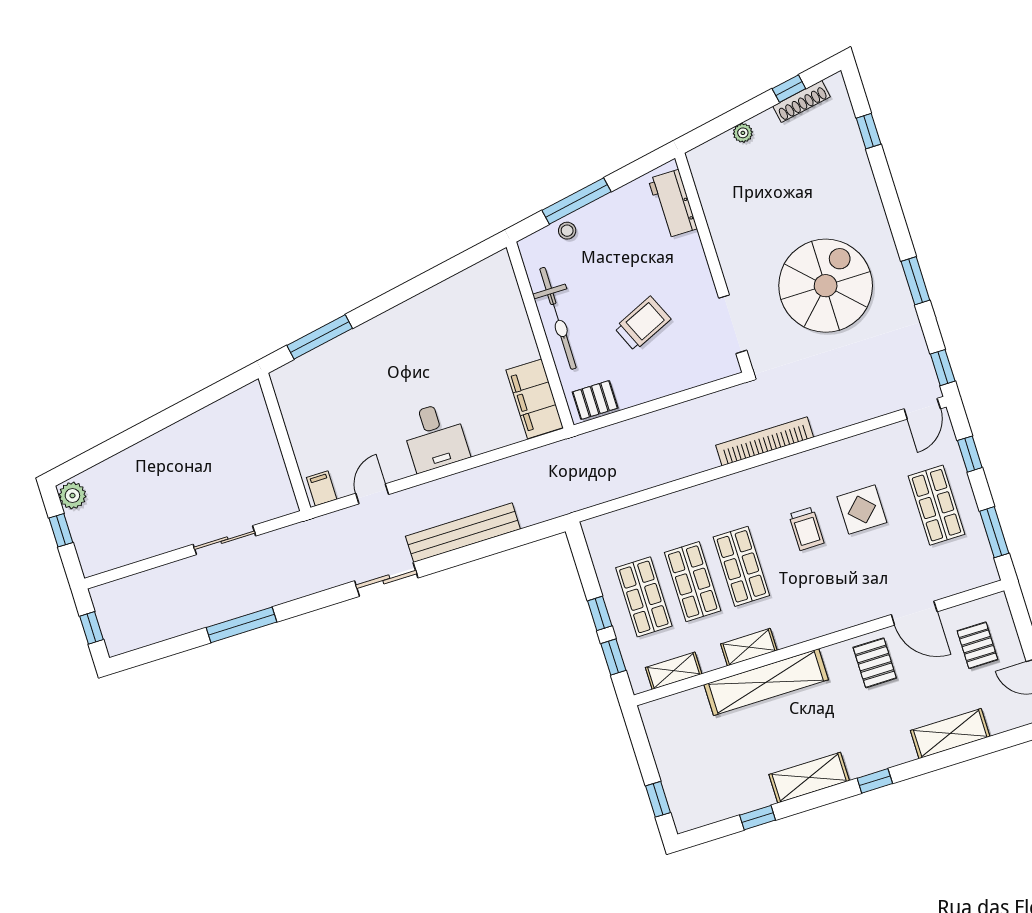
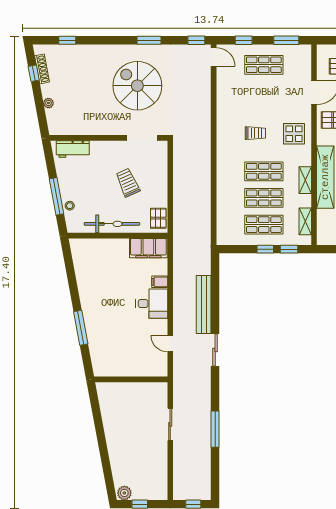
window: (320, 337) -> (81, 328), moved
bookcase: (765, 441) -> (205, 140), removed
filing cabinet: (322, 488) -> (160, 282), moved
display table: (862, 510) -> (294, 134), moved

